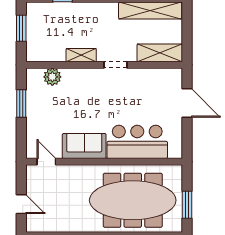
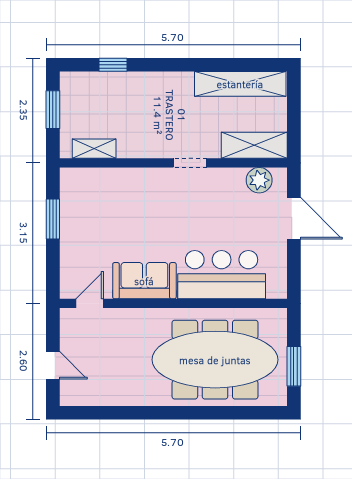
shelving: (81, 55) -> (94, 149), moved
plant: (52, 77) -> (259, 180), moved
door: (46, 162) -> (90, 303), hinge flipped

